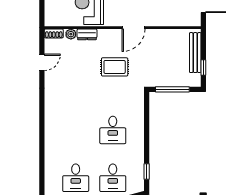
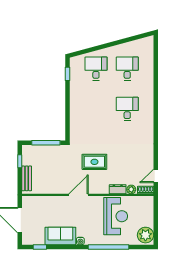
bench: (195, 53) -> (27, 178), width x0.73
door: (42, 62) -> (156, 176), moved
desk: (113, 130) -> (127, 109), moved

